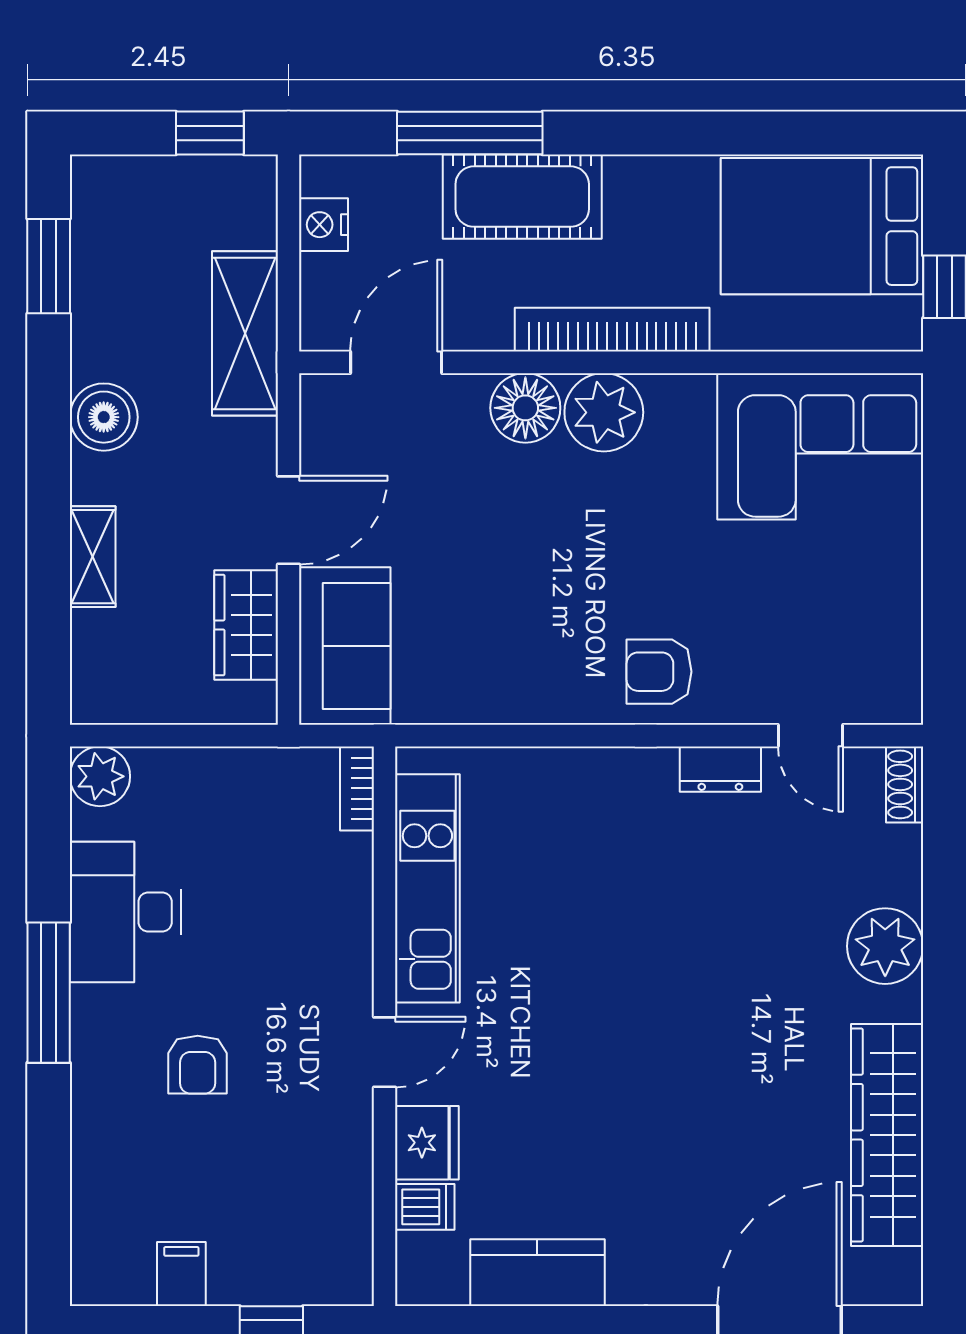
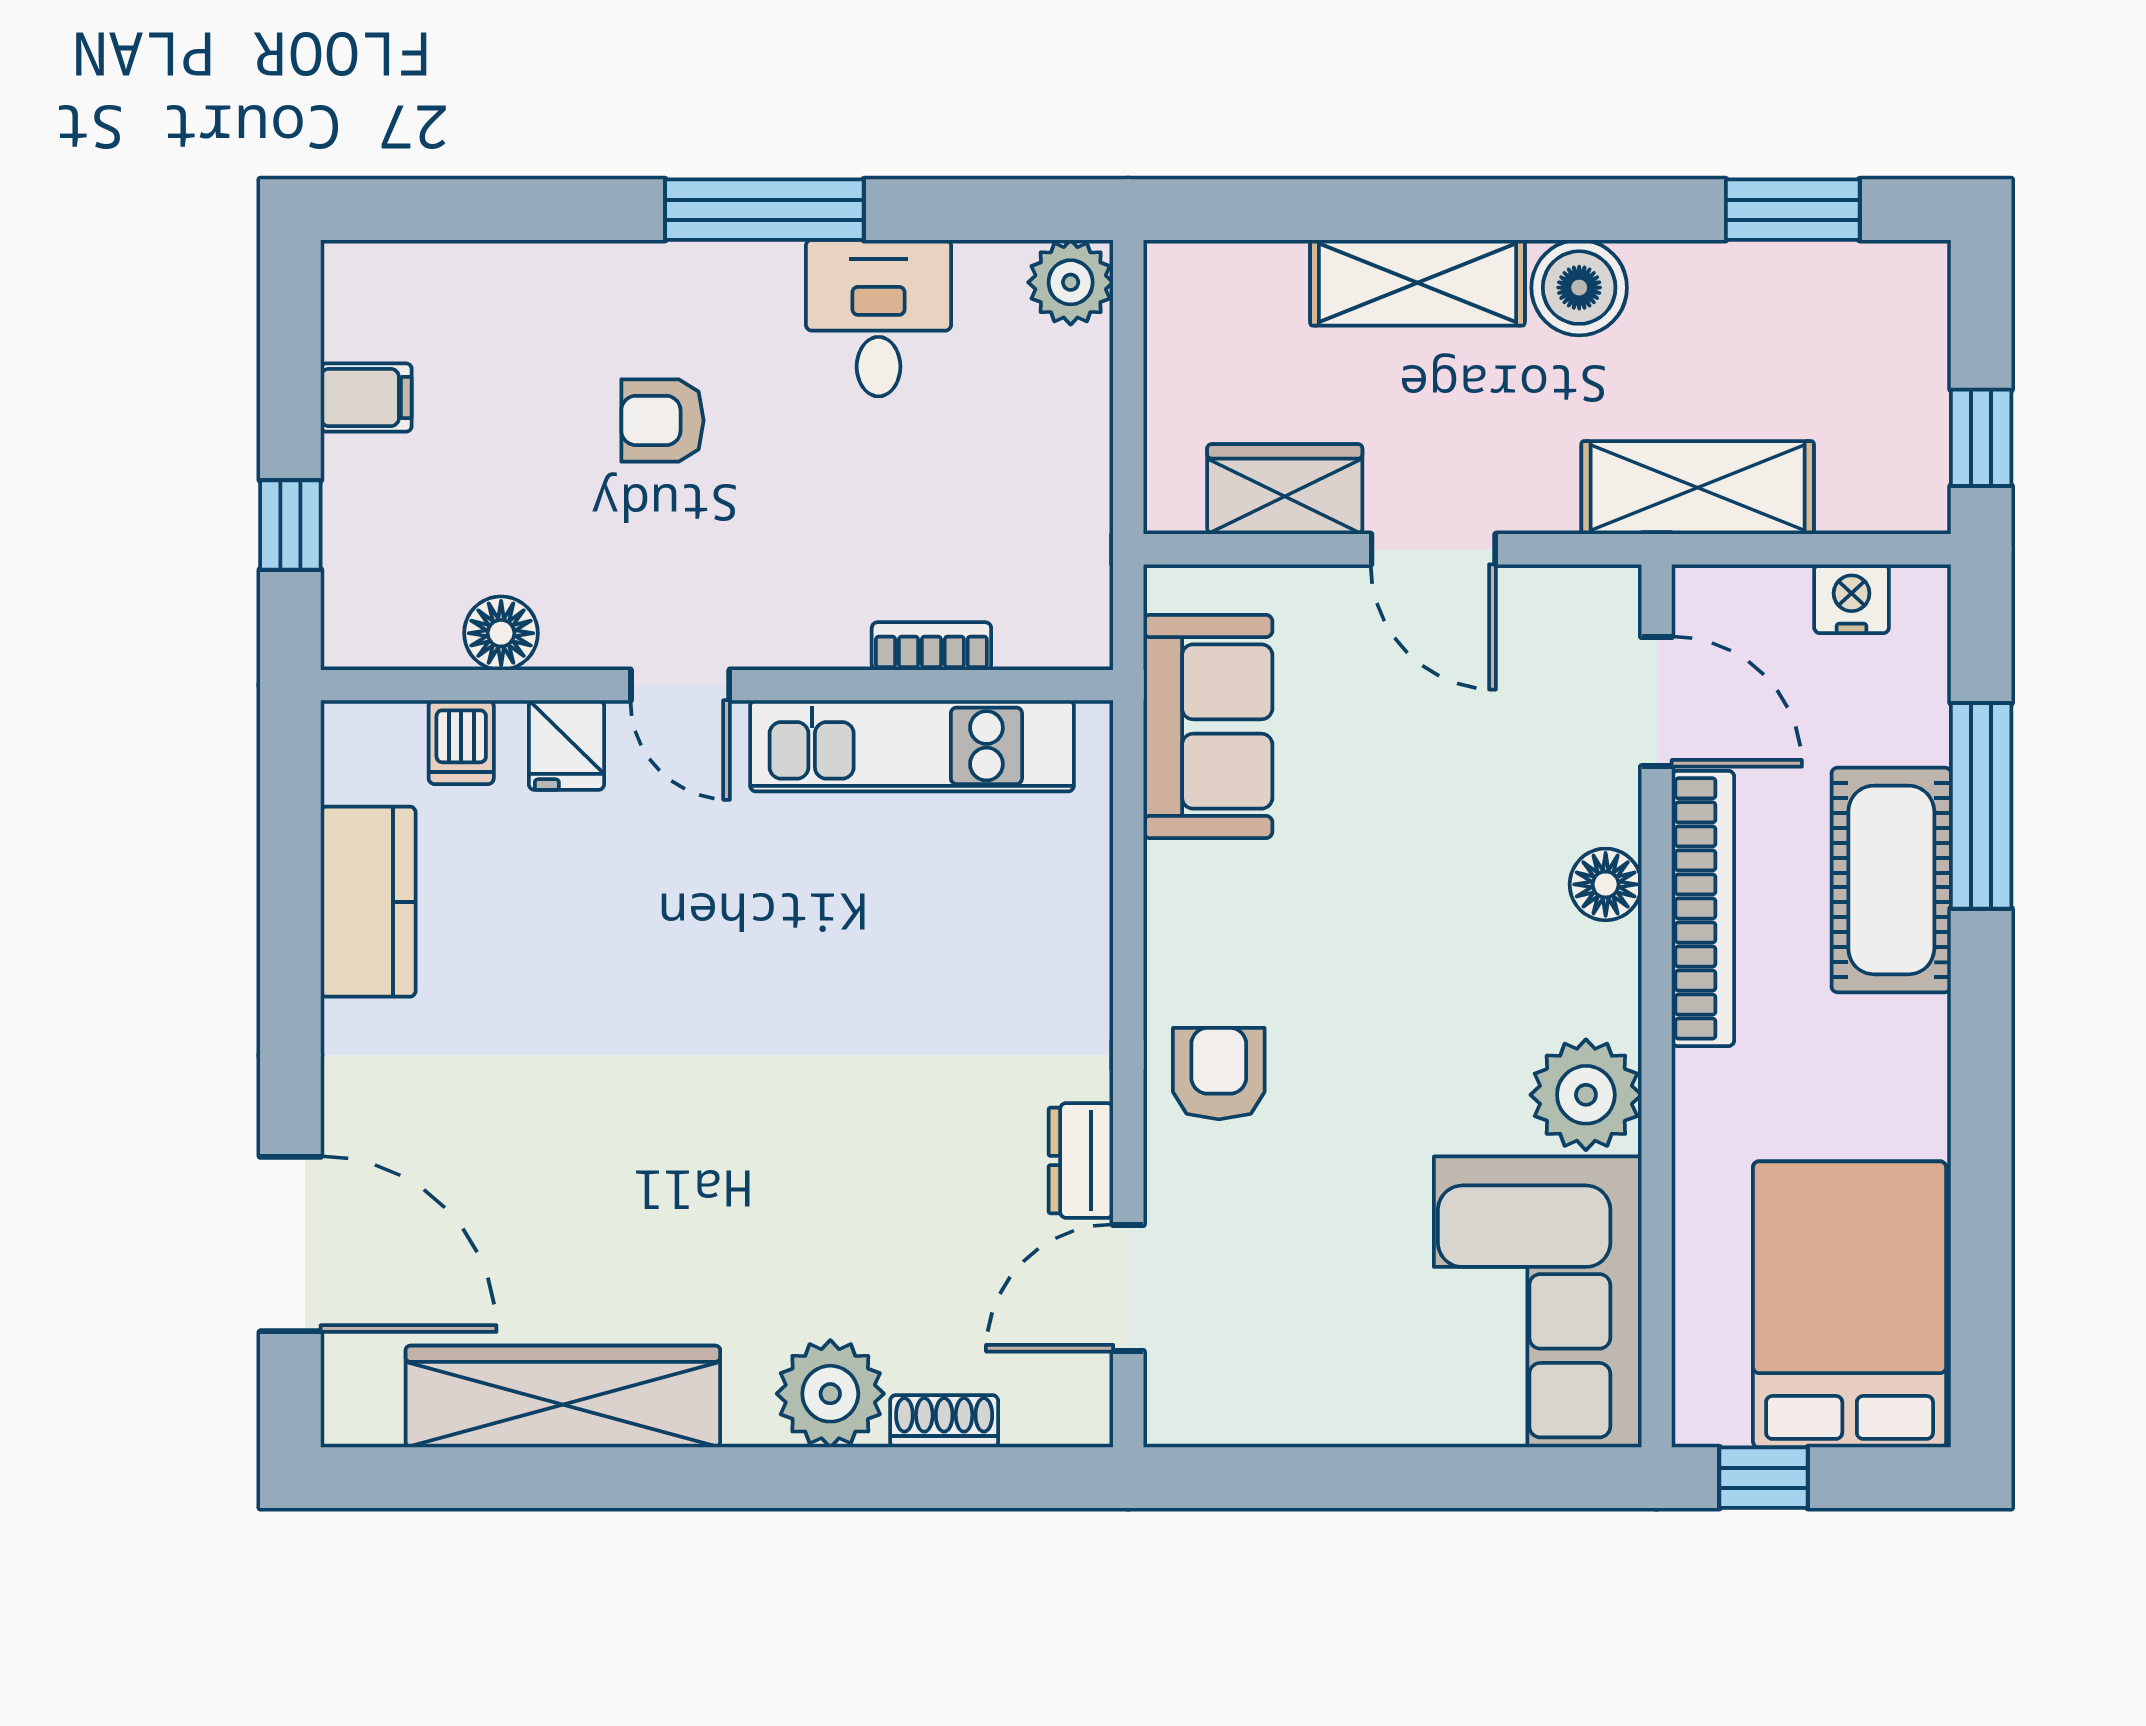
bookcase: (612, 330) -> (1703, 908), moved
floor lamp: (525, 408) -> (1606, 884), width x0.73, depth x0.73
plant: (604, 412) -> (1586, 1095), moved
shelving: (93, 557) -> (1417, 283), width x1.50, depth x1.33
sofa: (345, 646) -> (1208, 727), moved, turned -90
door: (810, 736) -> (1128, 1288), width x1.38
shoe rack: (905, 784) -> (944, 1421), moved
bookcase: (357, 788) -> (931, 646), moved
desk: (125, 912) -> (879, 318), width x0.73
fridge: (427, 1143) -> (566, 745), width x0.72
floor lamp: (348, 1179) -> (501, 633), added

